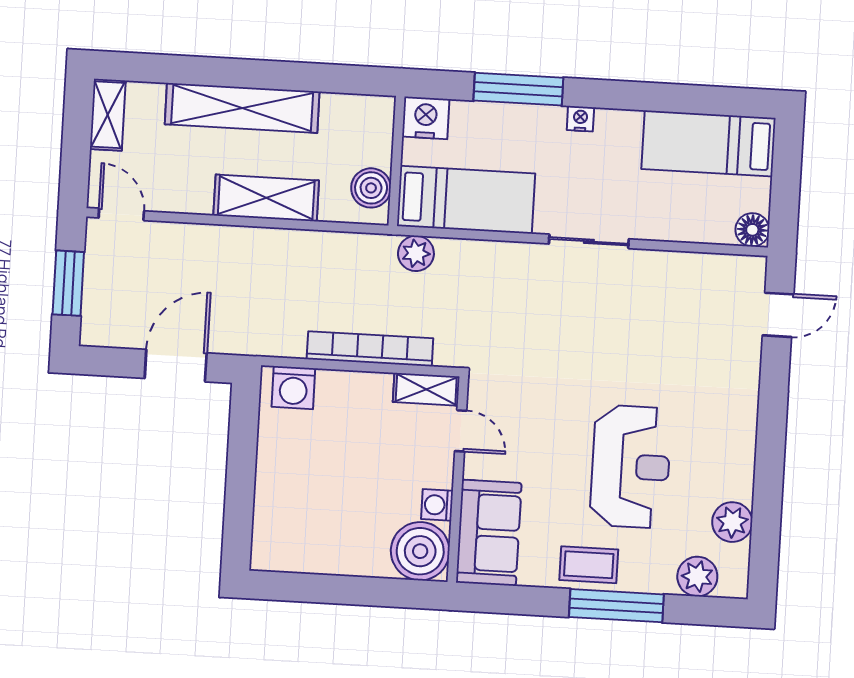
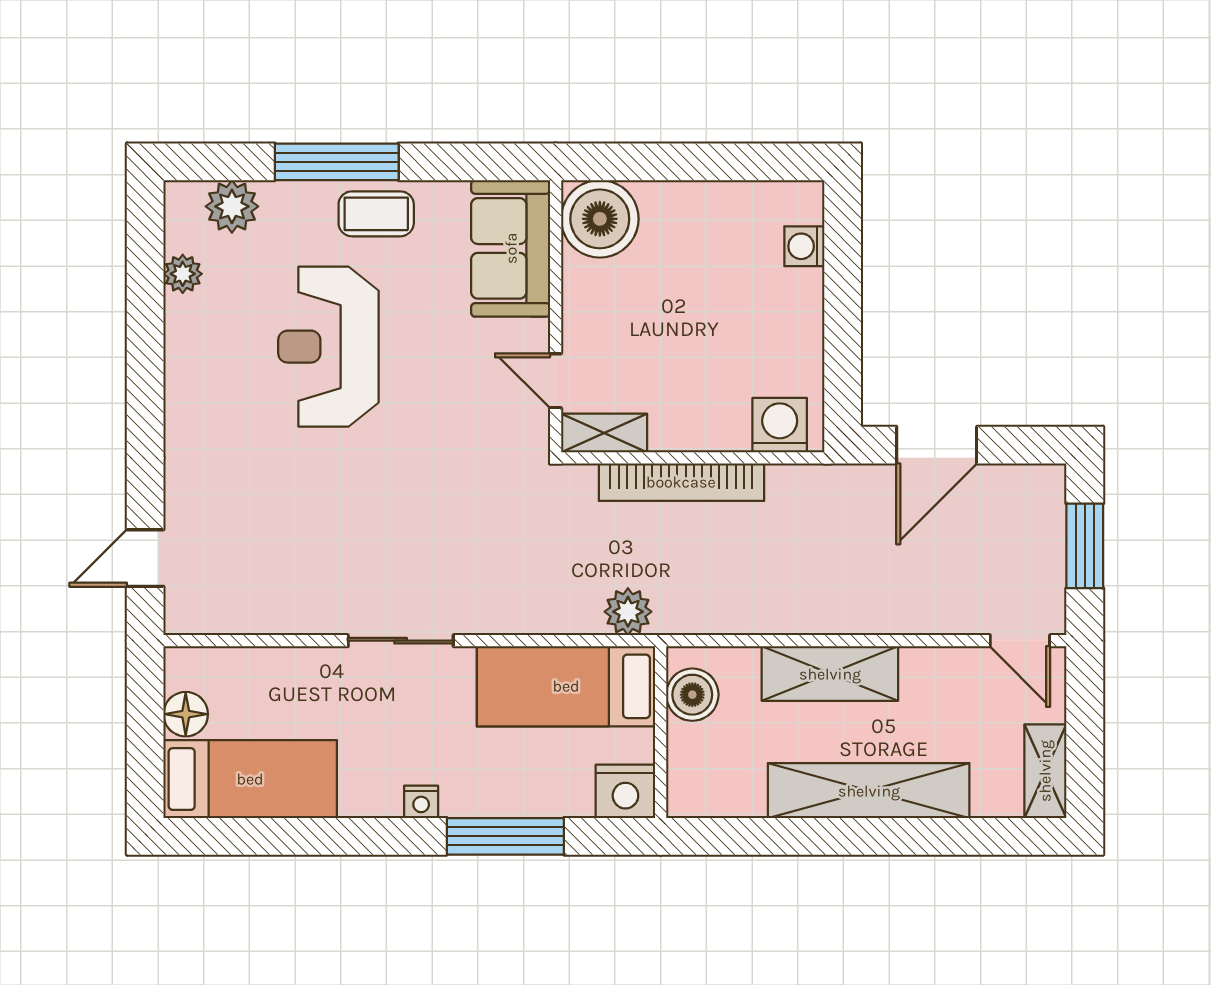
floor lamp: (752, 230) -> (186, 714), moved
washing machine: (437, 505) -> (804, 246), moved, turned 180
plant: (732, 522) -> (183, 274), width x0.73, depth x0.73

